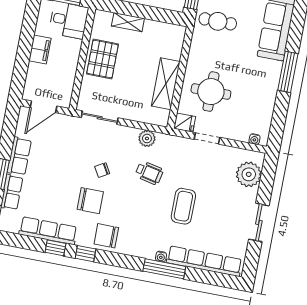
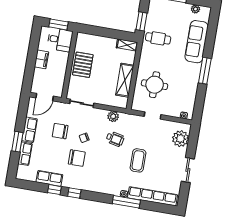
shelving: (128, 22) -> (127, 45), moved
fridge: (185, 123) -> (138, 105), removed
row of seats: (48, 231) -> (49, 178), width x0.68
chair: (106, 236) -> (60, 131), moved

